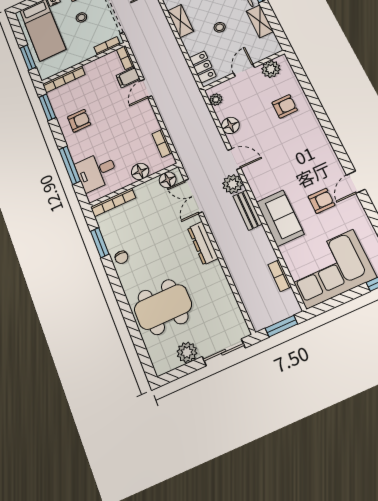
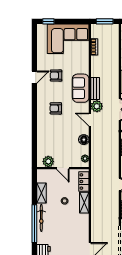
shelving: (181, 21) -> (84, 203), moved
door: (244, 70) -> (63, 168), hinge flipped
armchair: (285, 106) -> (56, 108), moved
sofa: (280, 218) -> (81, 88), moved

